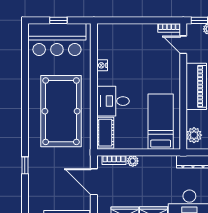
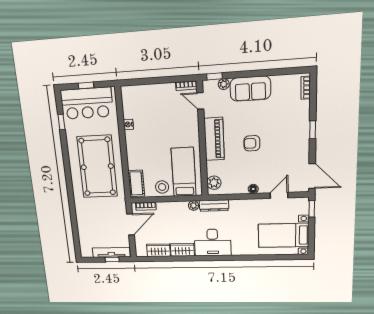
desk: (113, 101) -> (141, 156), removed
stool: (135, 138) -> (162, 187), added
plant: (133, 161) -> (194, 206), moved
window: (25, 165) -> (61, 122), moved
door: (94, 182) -> (131, 224), swing flipped

